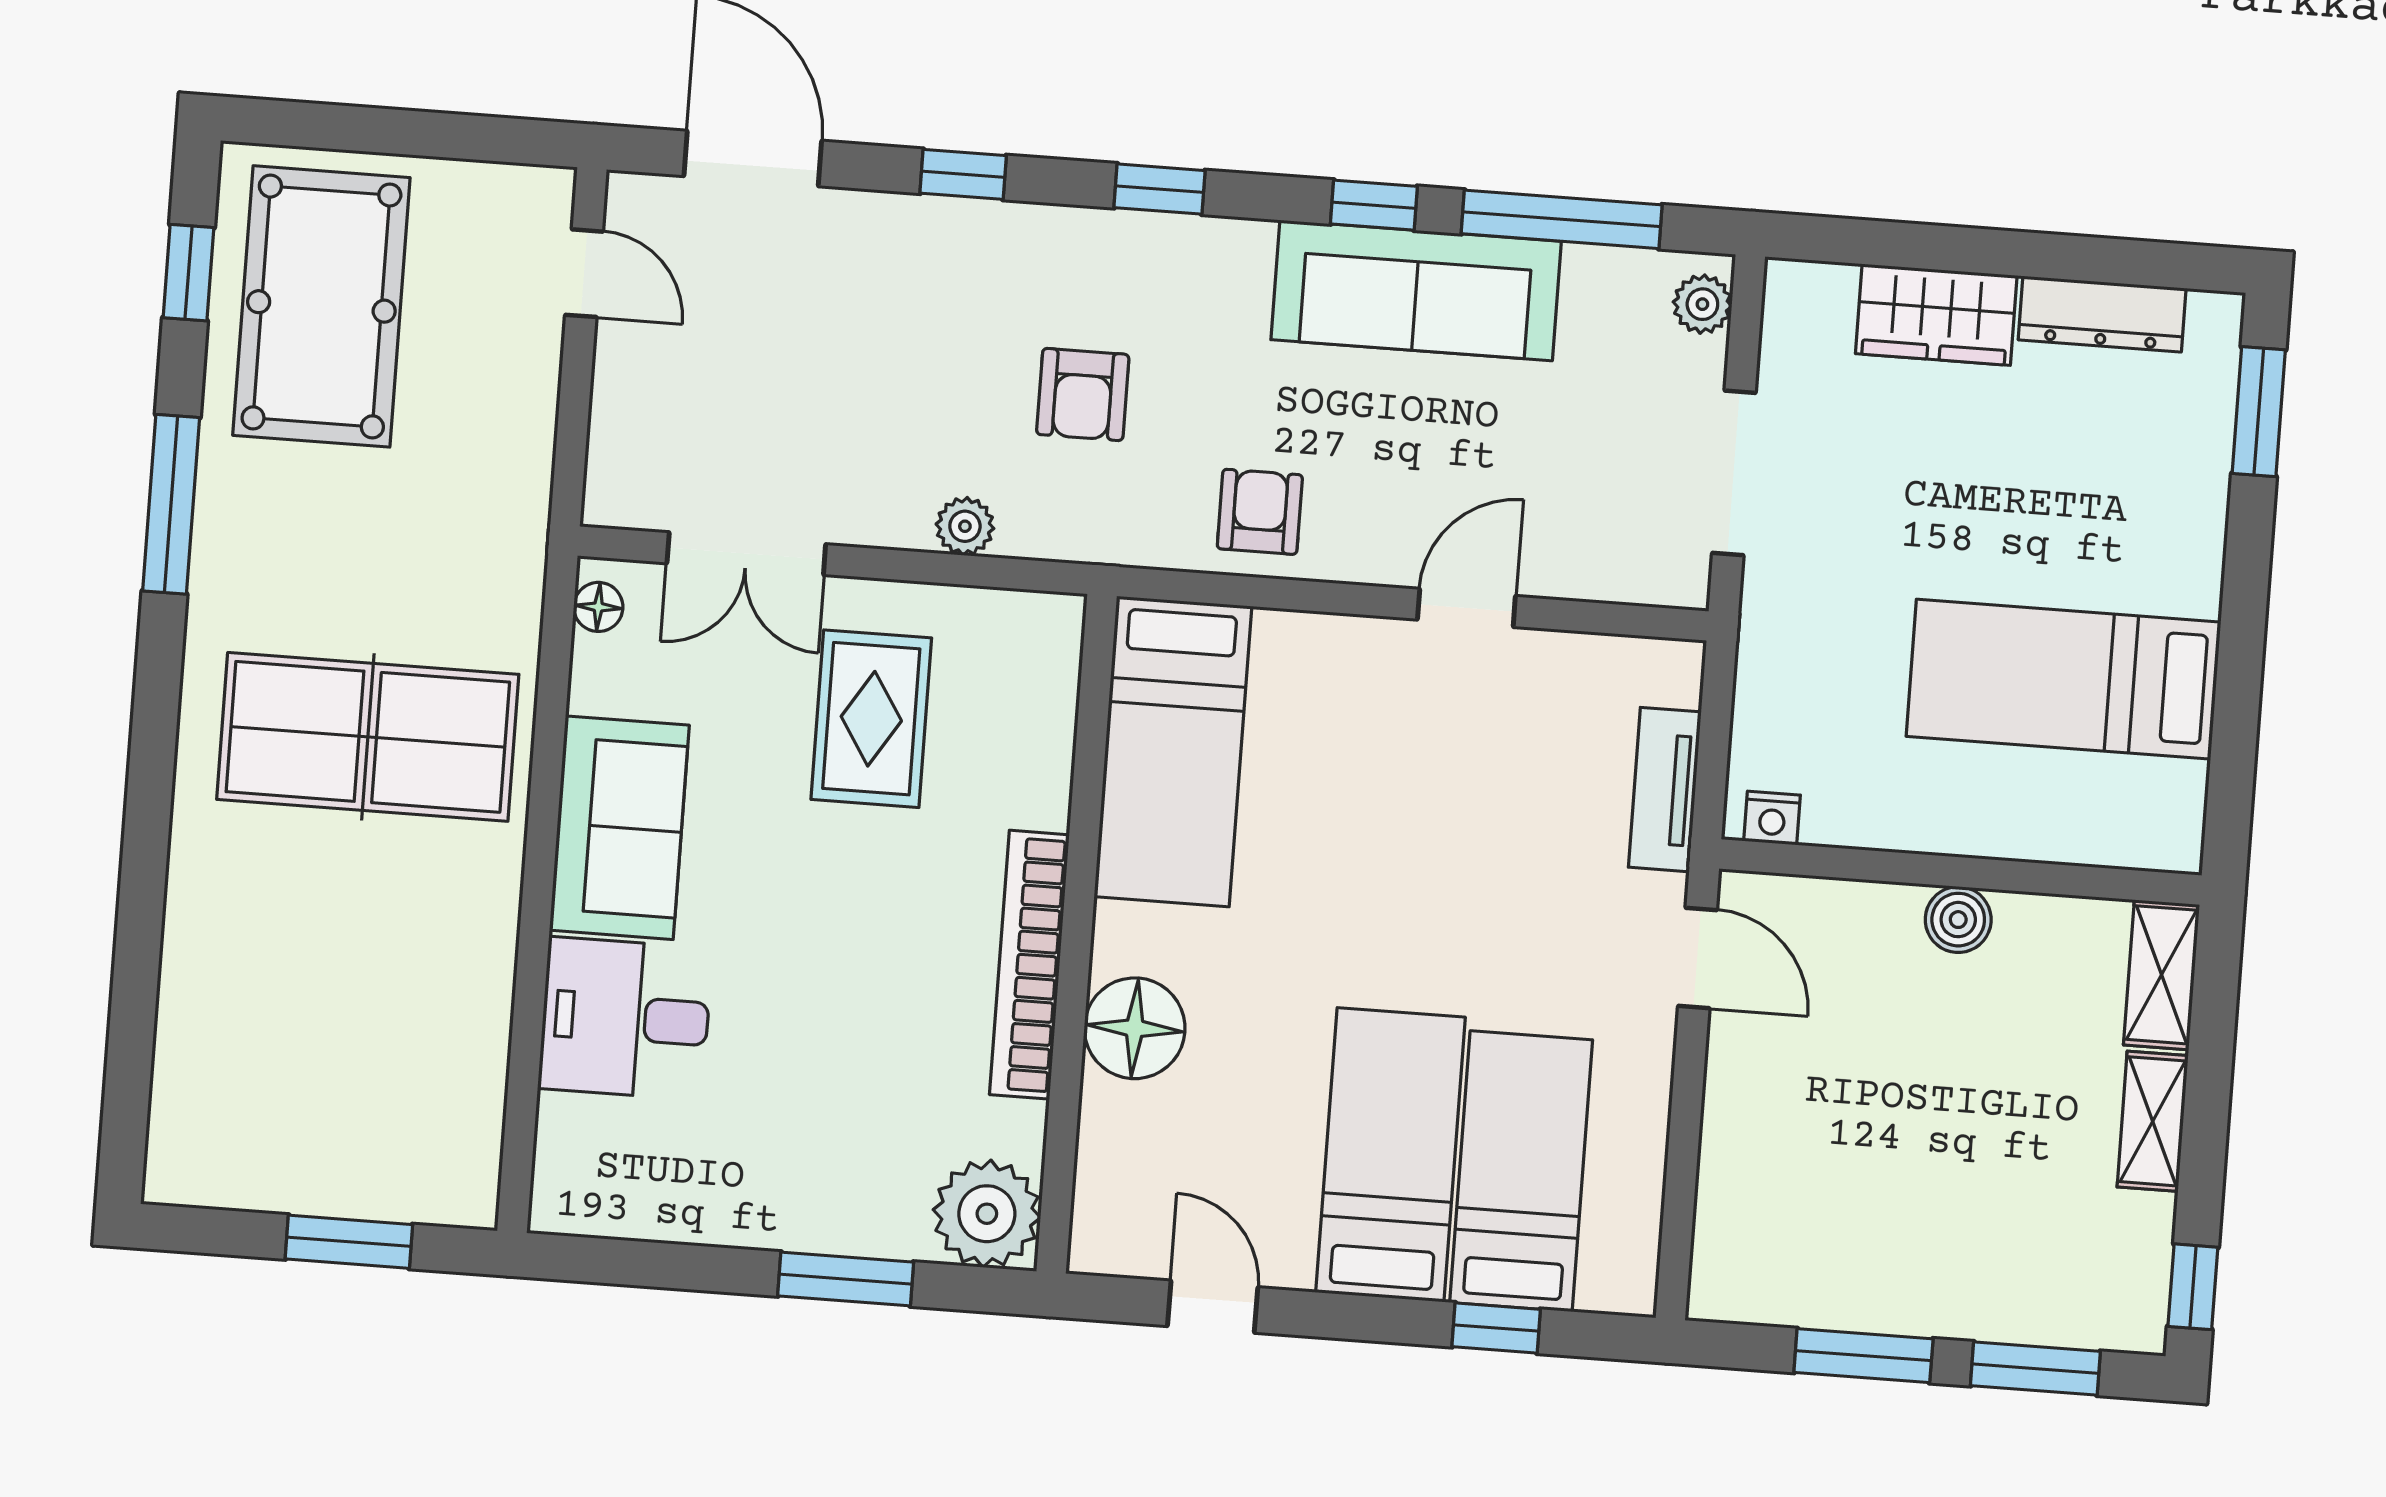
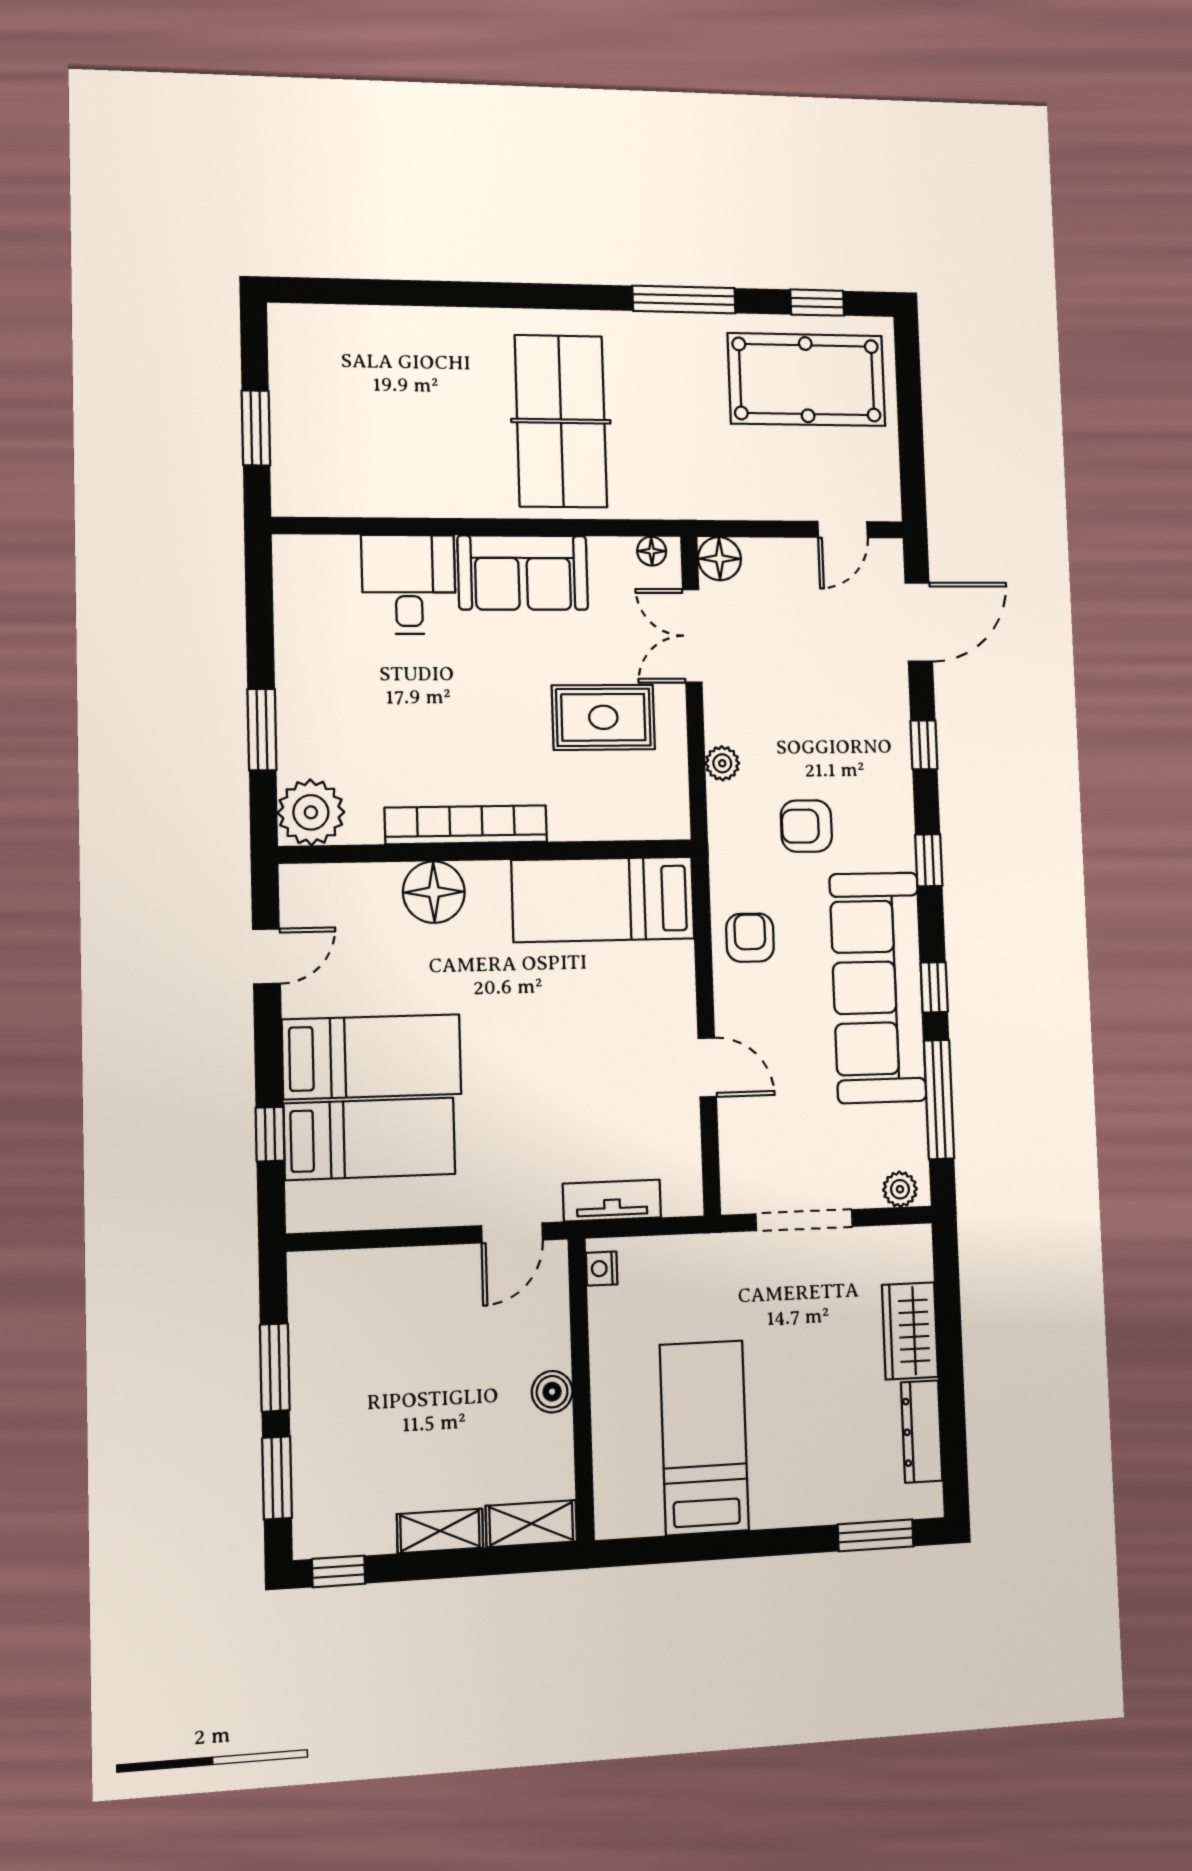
sofa: (1416, 290) -> (878, 987), width x1.36, depth x1.27
floor lamp: (619, 492) -> (719, 559), added
armchair: (1260, 512) -> (750, 938), turned -90

